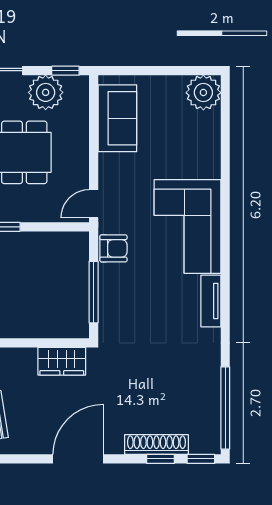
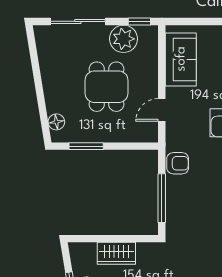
door: (94, 204) -> (162, 110), moved
wardrobe: (62, 361) -> (116, 253), moved

